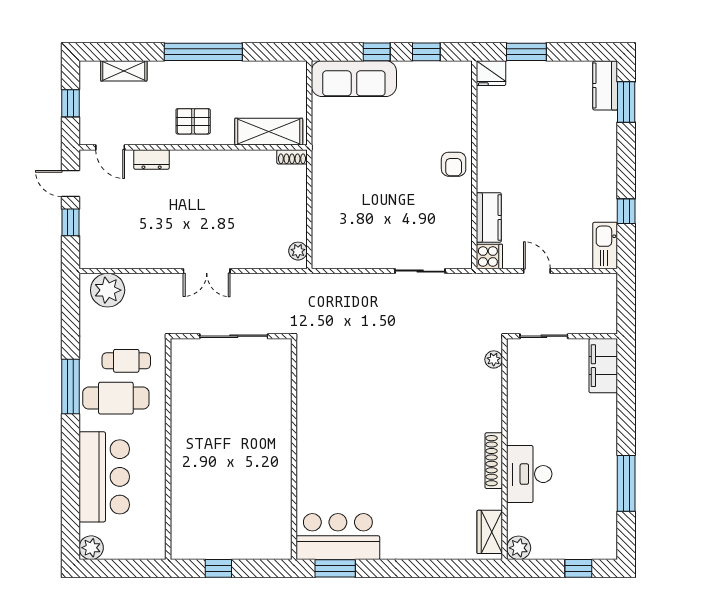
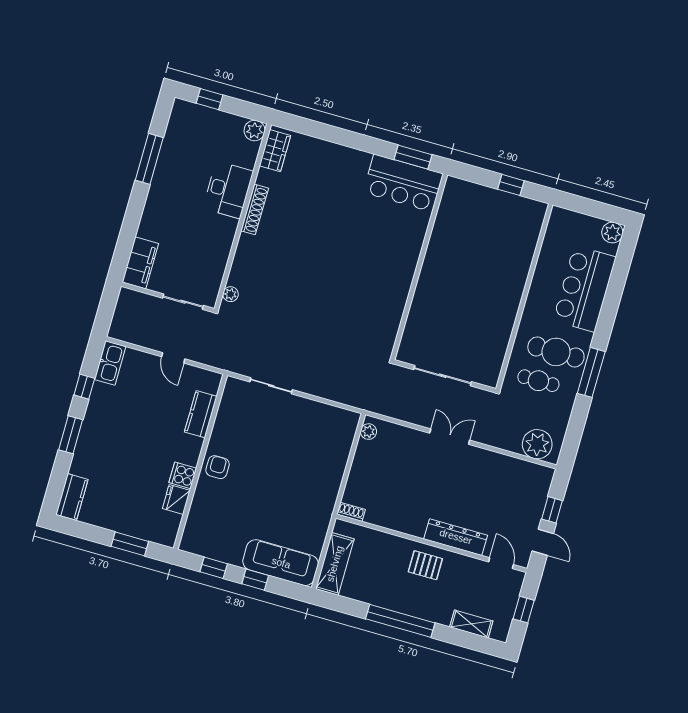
fridge: (491, 73) -> (176, 500), moved, turned -90
window: (626, 102) -> (71, 435), moved
shelving: (269, 132) -> (335, 564), moved, turned 90
dresser: (152, 159) -> (456, 537), width x1.96, depth x1.24
cooker: (489, 256) -> (183, 475), moved

